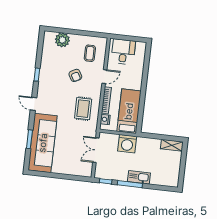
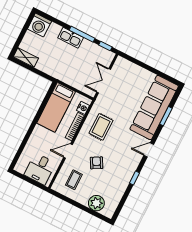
door: (34, 104) -> (149, 150), swing flipped
washing machine: (127, 144) -> (39, 25), moved, turned 180
double door: (96, 150) -> (104, 81), swing flipped

